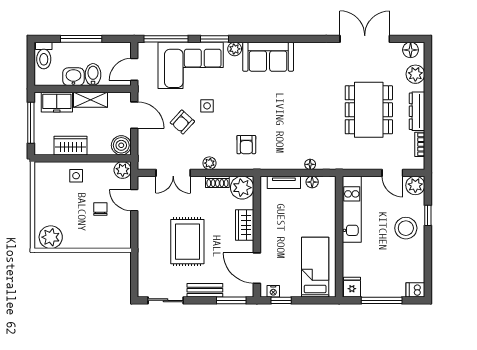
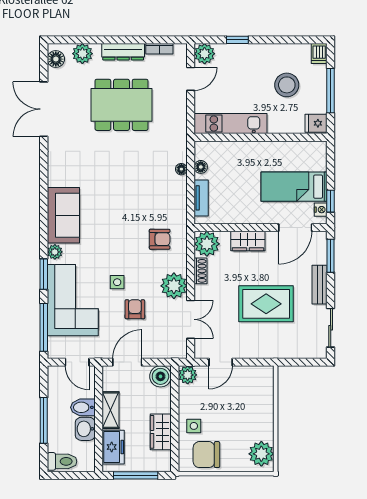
armchair: (182, 122) -> (135, 309), turned -132
plant: (209, 163) -> (174, 286), width x1.87, depth x1.87
chair: (100, 209) -> (206, 455), moved, width x1.87, depth x1.87
stool: (406, 228) -> (287, 85), moved
bed: (315, 267) -> (294, 187), moved

